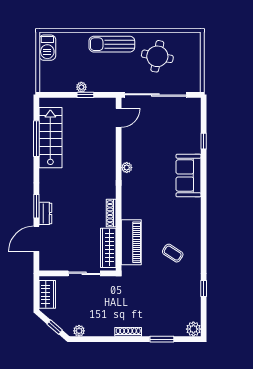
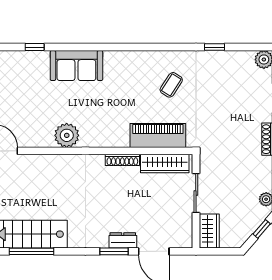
plant: (127, 168) -> (67, 135), width x1.88, depth x1.88
wardrobe: (47, 294) -> (209, 231), moved, turned 90

